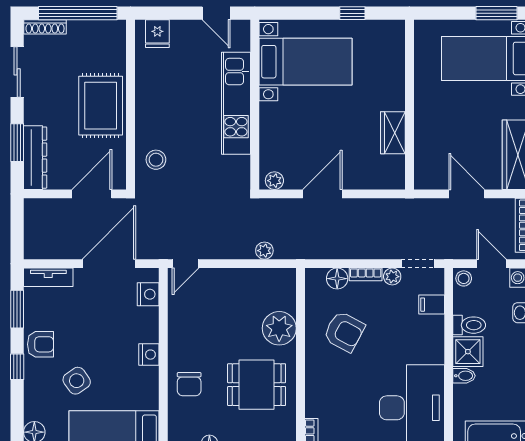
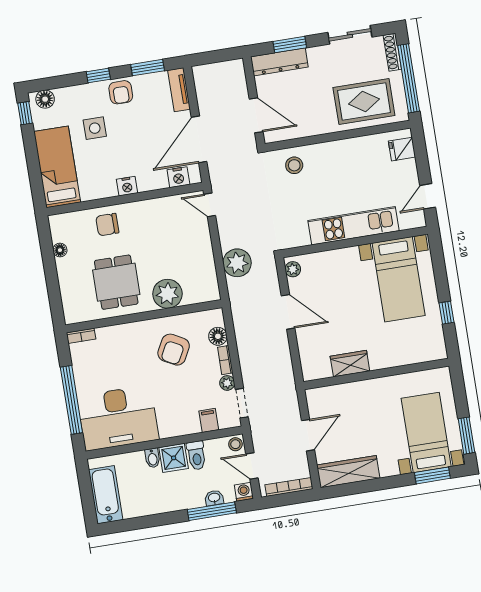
rug: (101, 106) -> (364, 101), moved
plant: (264, 251) -> (237, 263), width x1.88, depth x1.88
door: (109, 264) -> (199, 139), swing flipped
door: (492, 264) -> (252, 466), swing flipped
side table: (77, 381) -> (95, 128), turned 35

